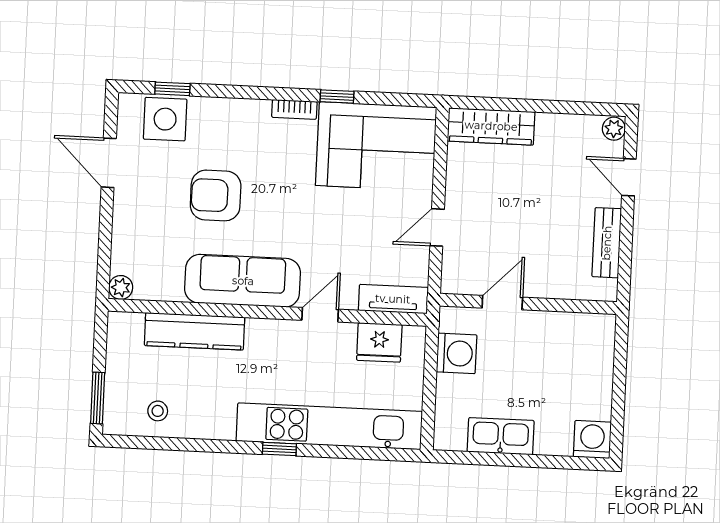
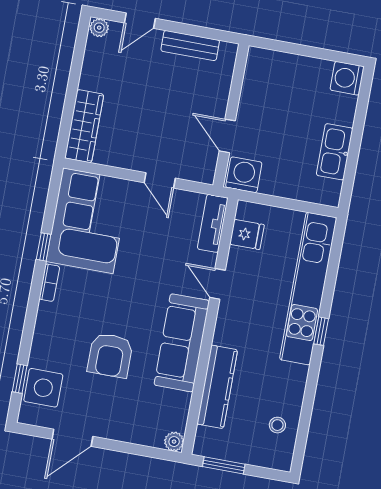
fridge: (379, 342) -> (247, 234), width x0.72
washing machine: (457, 353) -> (244, 175), moved
window: (98, 398) -> (224, 465), moved

